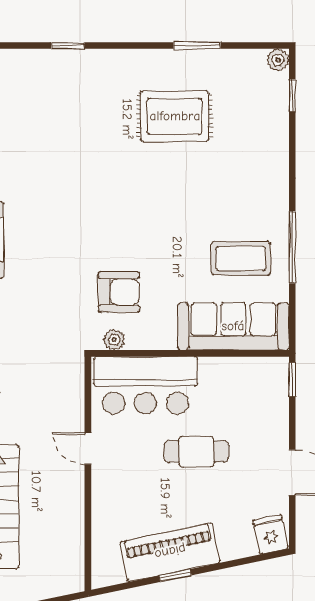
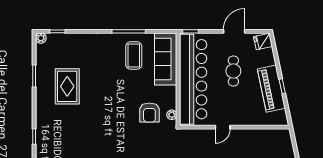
armchair: (119, 292) -> (149, 113), turned 180
bar counter: (146, 385) -> (193, 79), width x1.86
cafe table: (196, 451) -> (233, 71), moved

